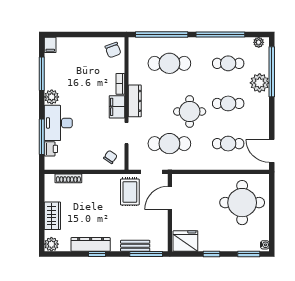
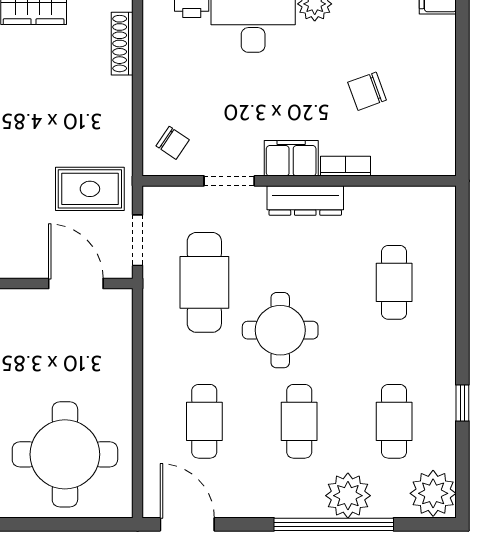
window: (162, 34) -> (462, 264), removed
window: (220, 34) -> (462, 403), width x0.32
plant: (259, 42) -> (433, 493), width x1.87, depth x1.87
chair: (113, 50) -> (367, 91), moved
cafe table: (169, 63) -> (394, 282), width x0.73, depth x0.74
window: (272, 72) -> (334, 524), moved
door: (272, 151) -> (187, 524), hinge flipped

